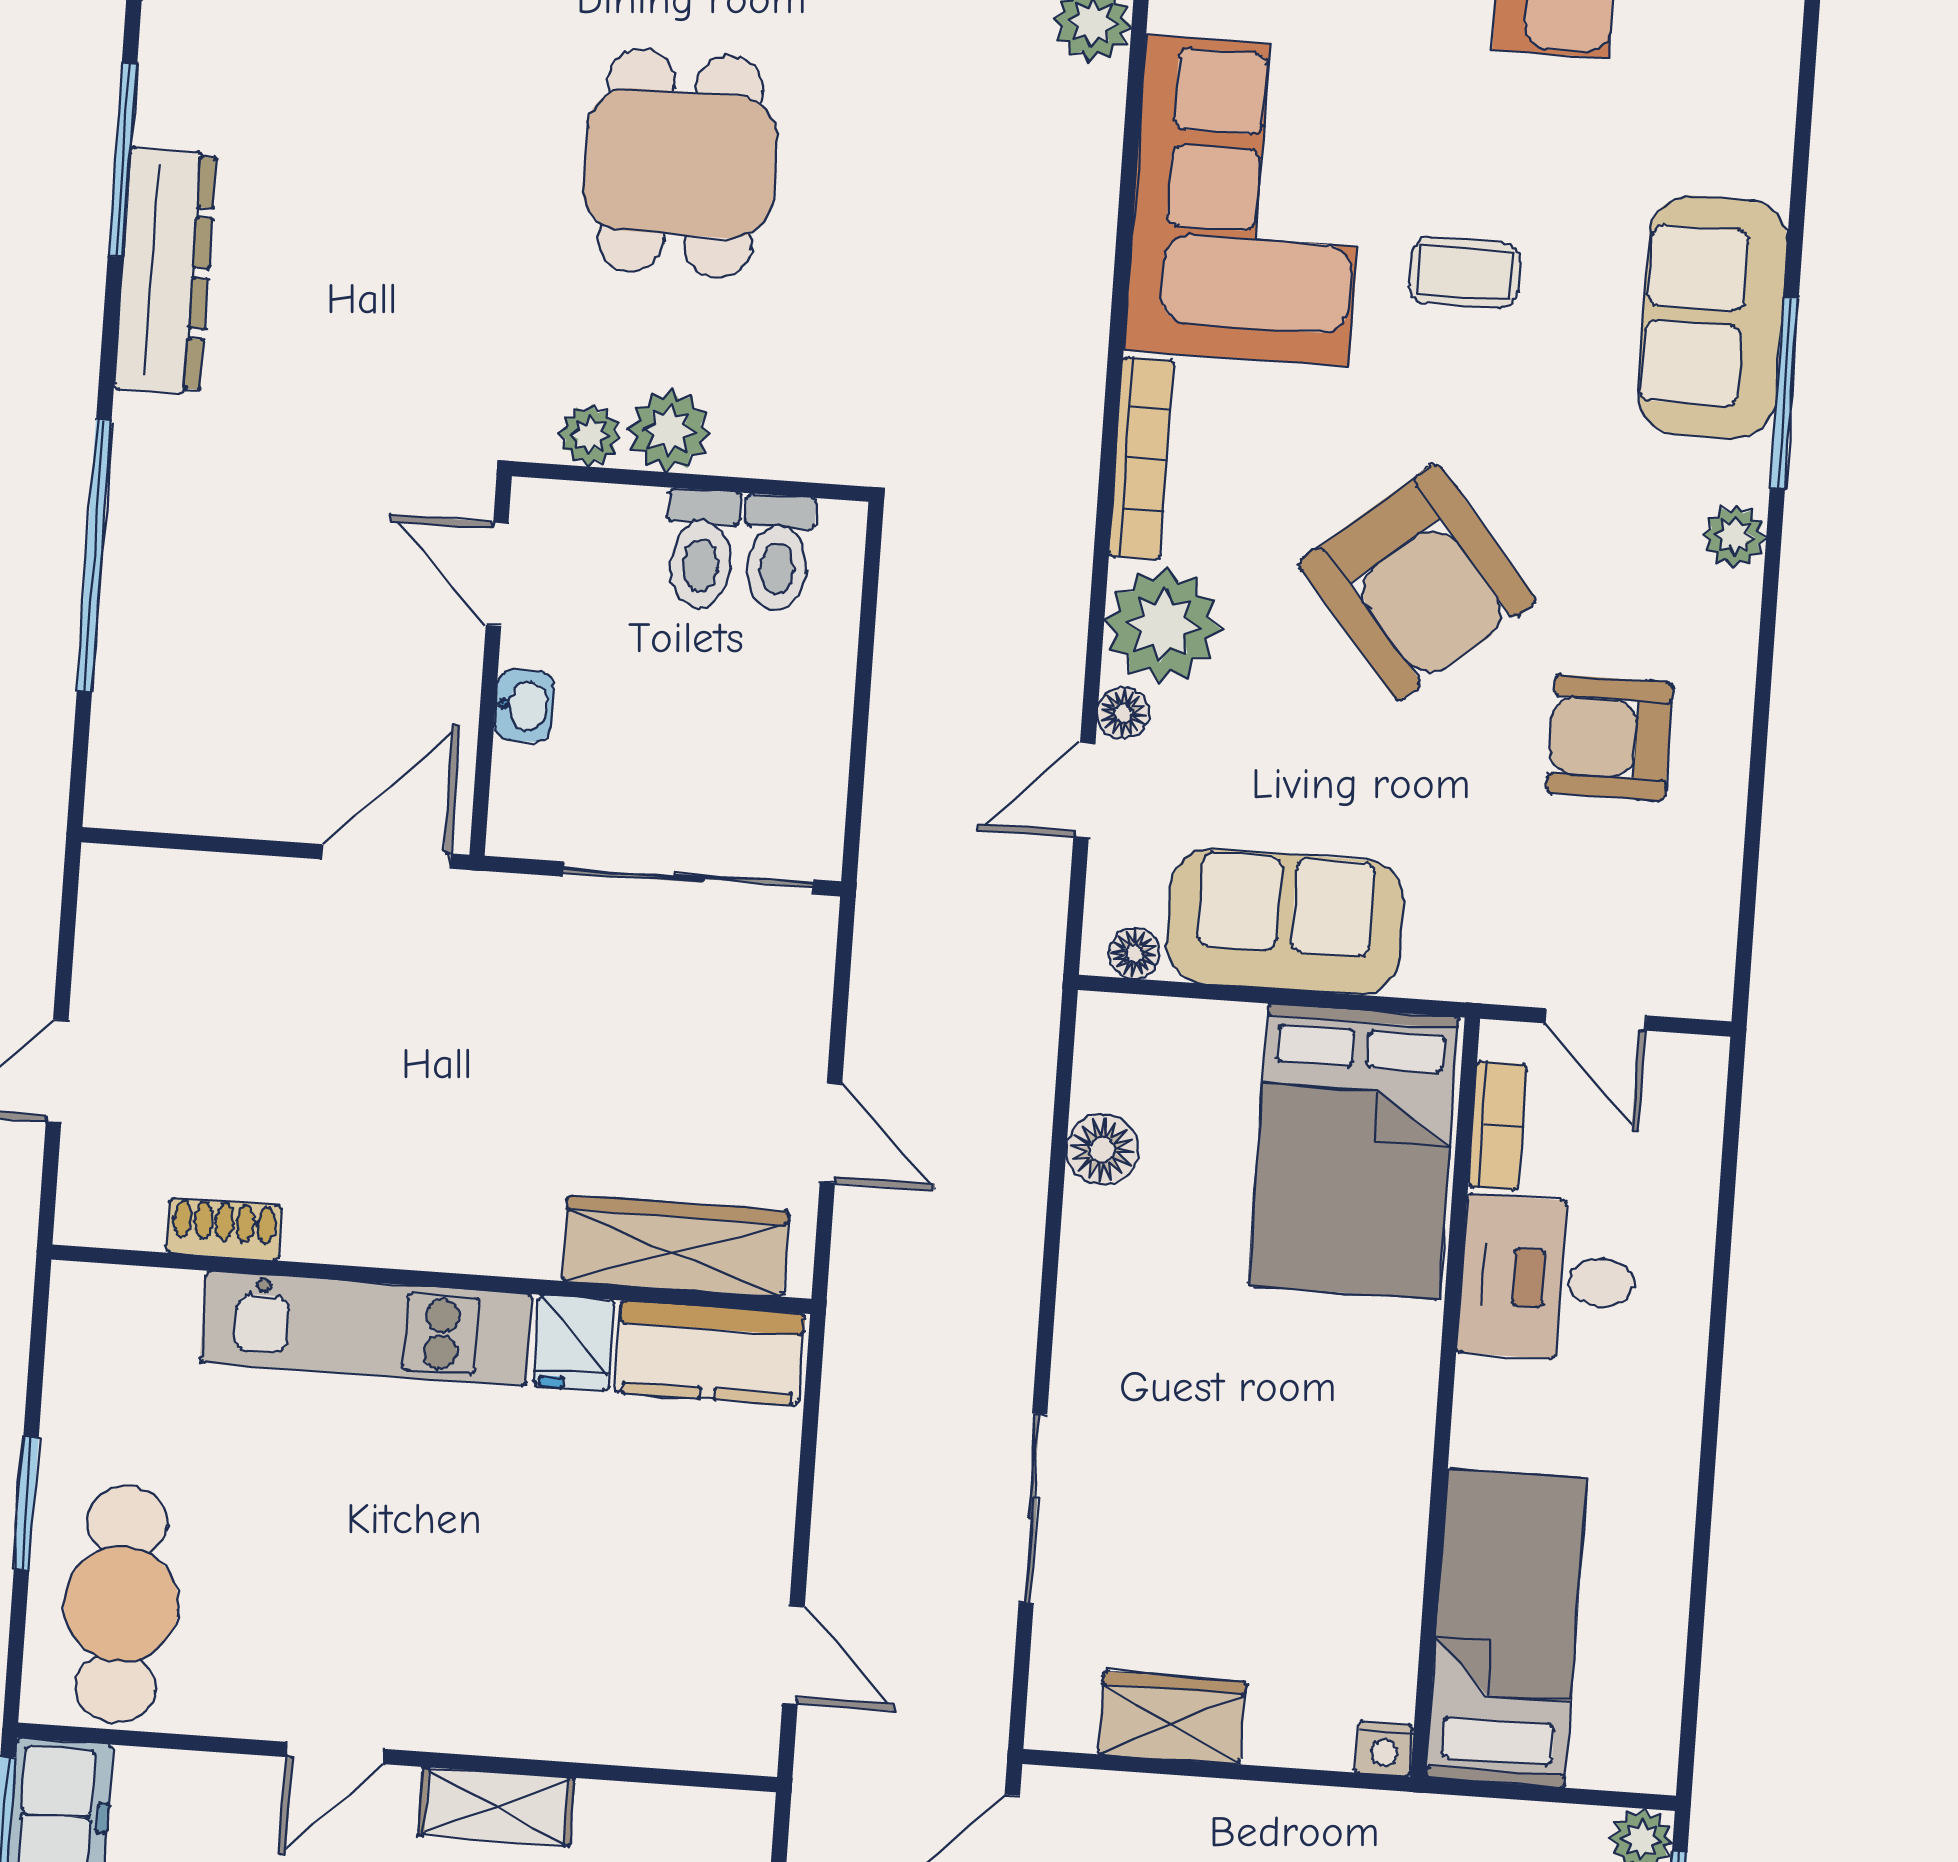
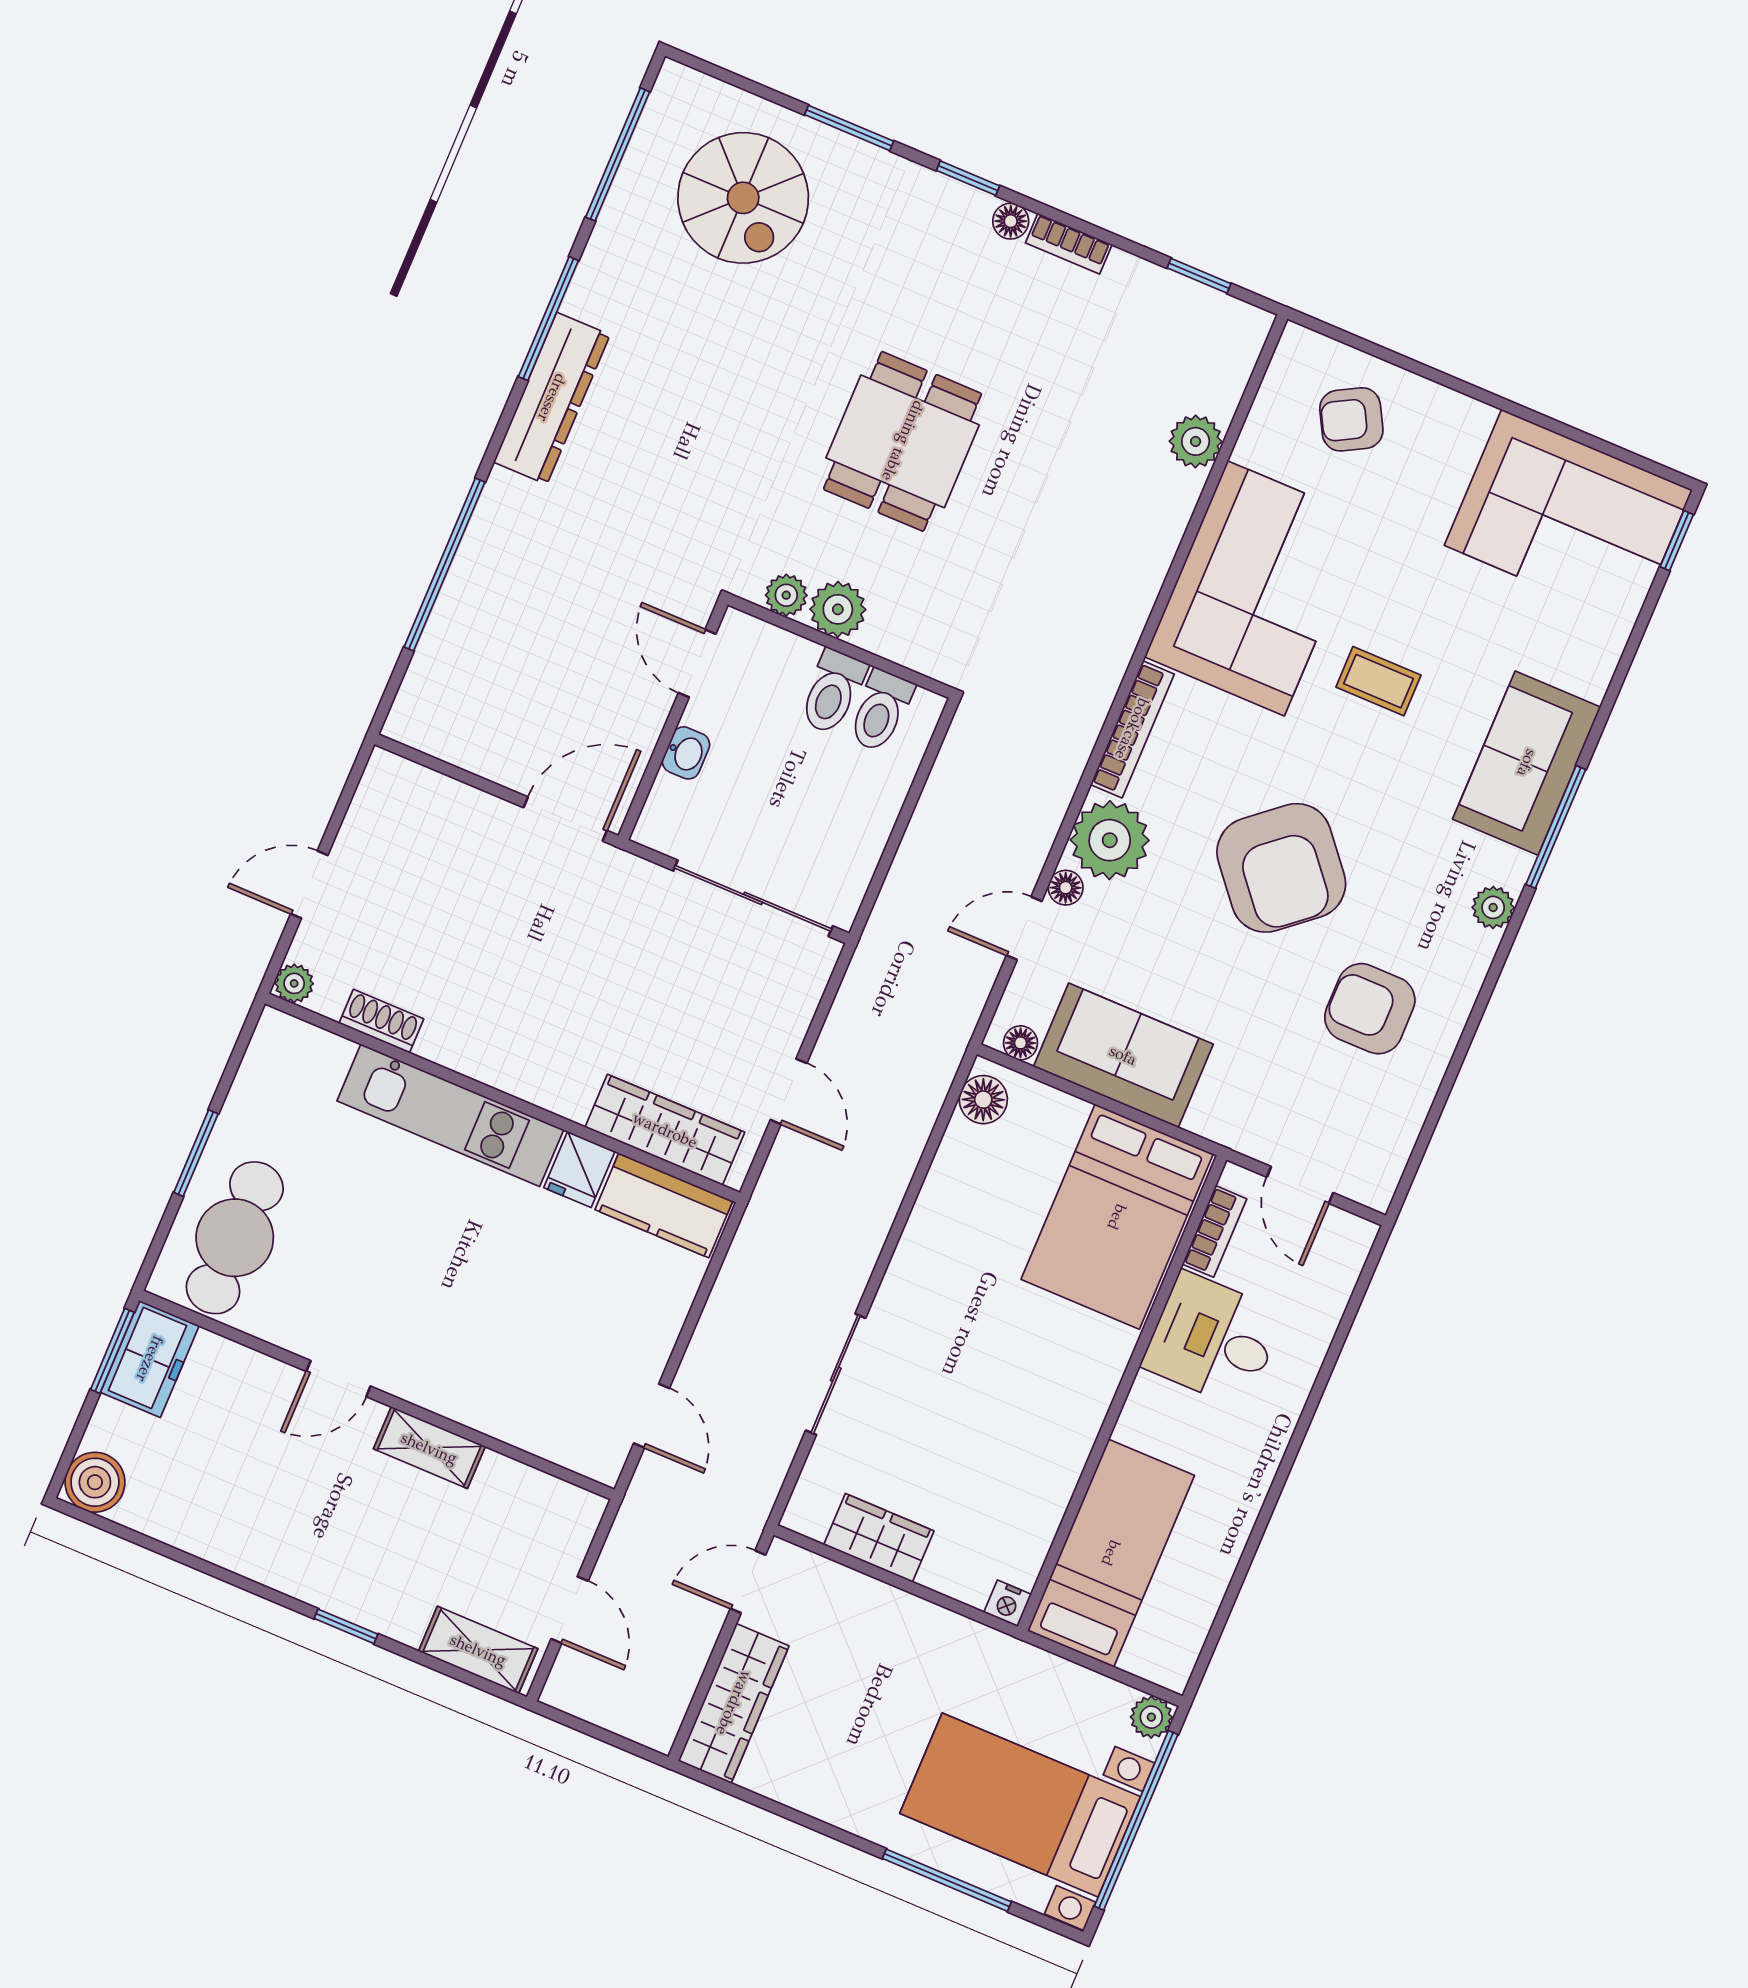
floor lamp: (1102, 1150) -> (983, 1100), moved
plant: (83, 1218) -> (294, 983), added

